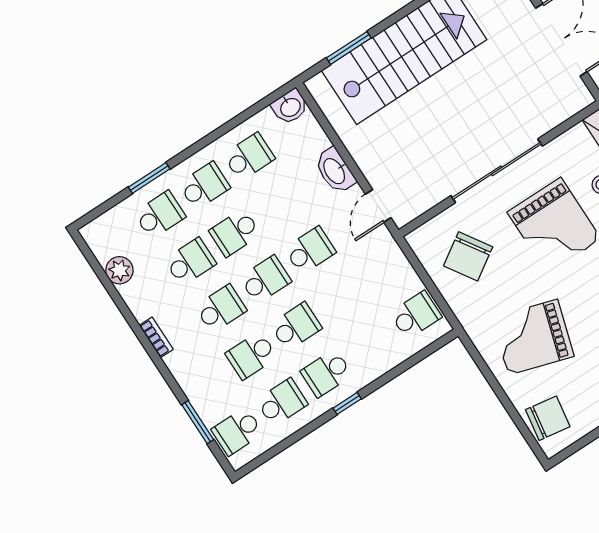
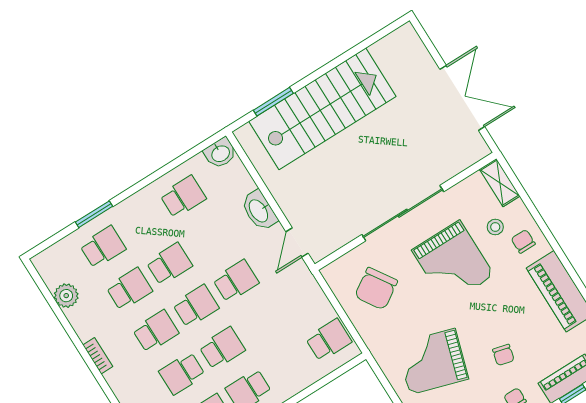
school desk: (204, 186) -> (143, 222), removed
school desk: (235, 233) -> (169, 264), turned 180

